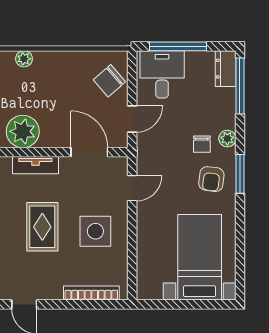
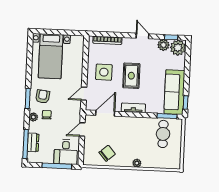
dresser: (226, 69) -> (33, 142), moved
chair: (109, 81) -> (107, 153), moved
plant: (23, 131) -> (139, 126), removed
door: (89, 152) -> (105, 113), swing flipped

